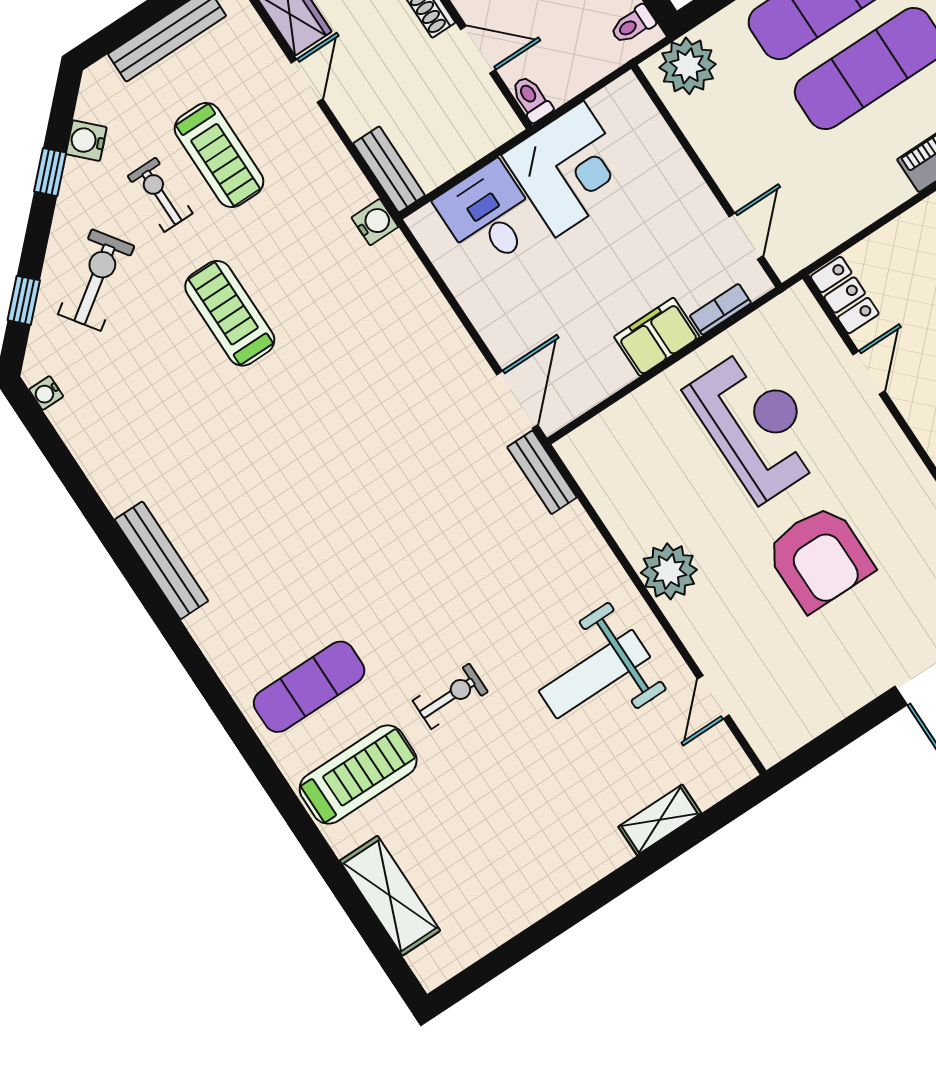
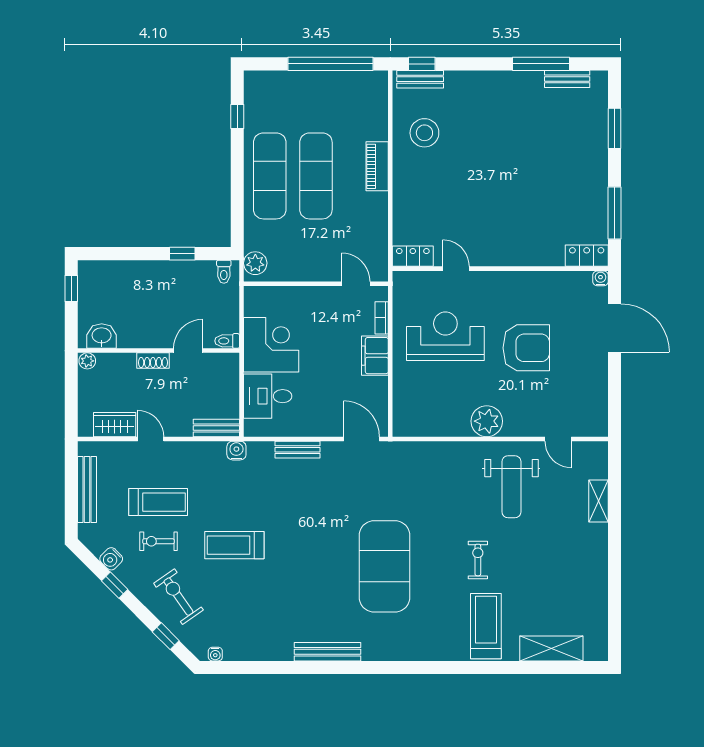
plant: (688, 66) -> (255, 263), width x0.73, depth x0.73
bench: (542, 472) -> (298, 450), moved
exercise mat: (309, 687) -> (385, 566), moved, width x2.00, depth x1.45

